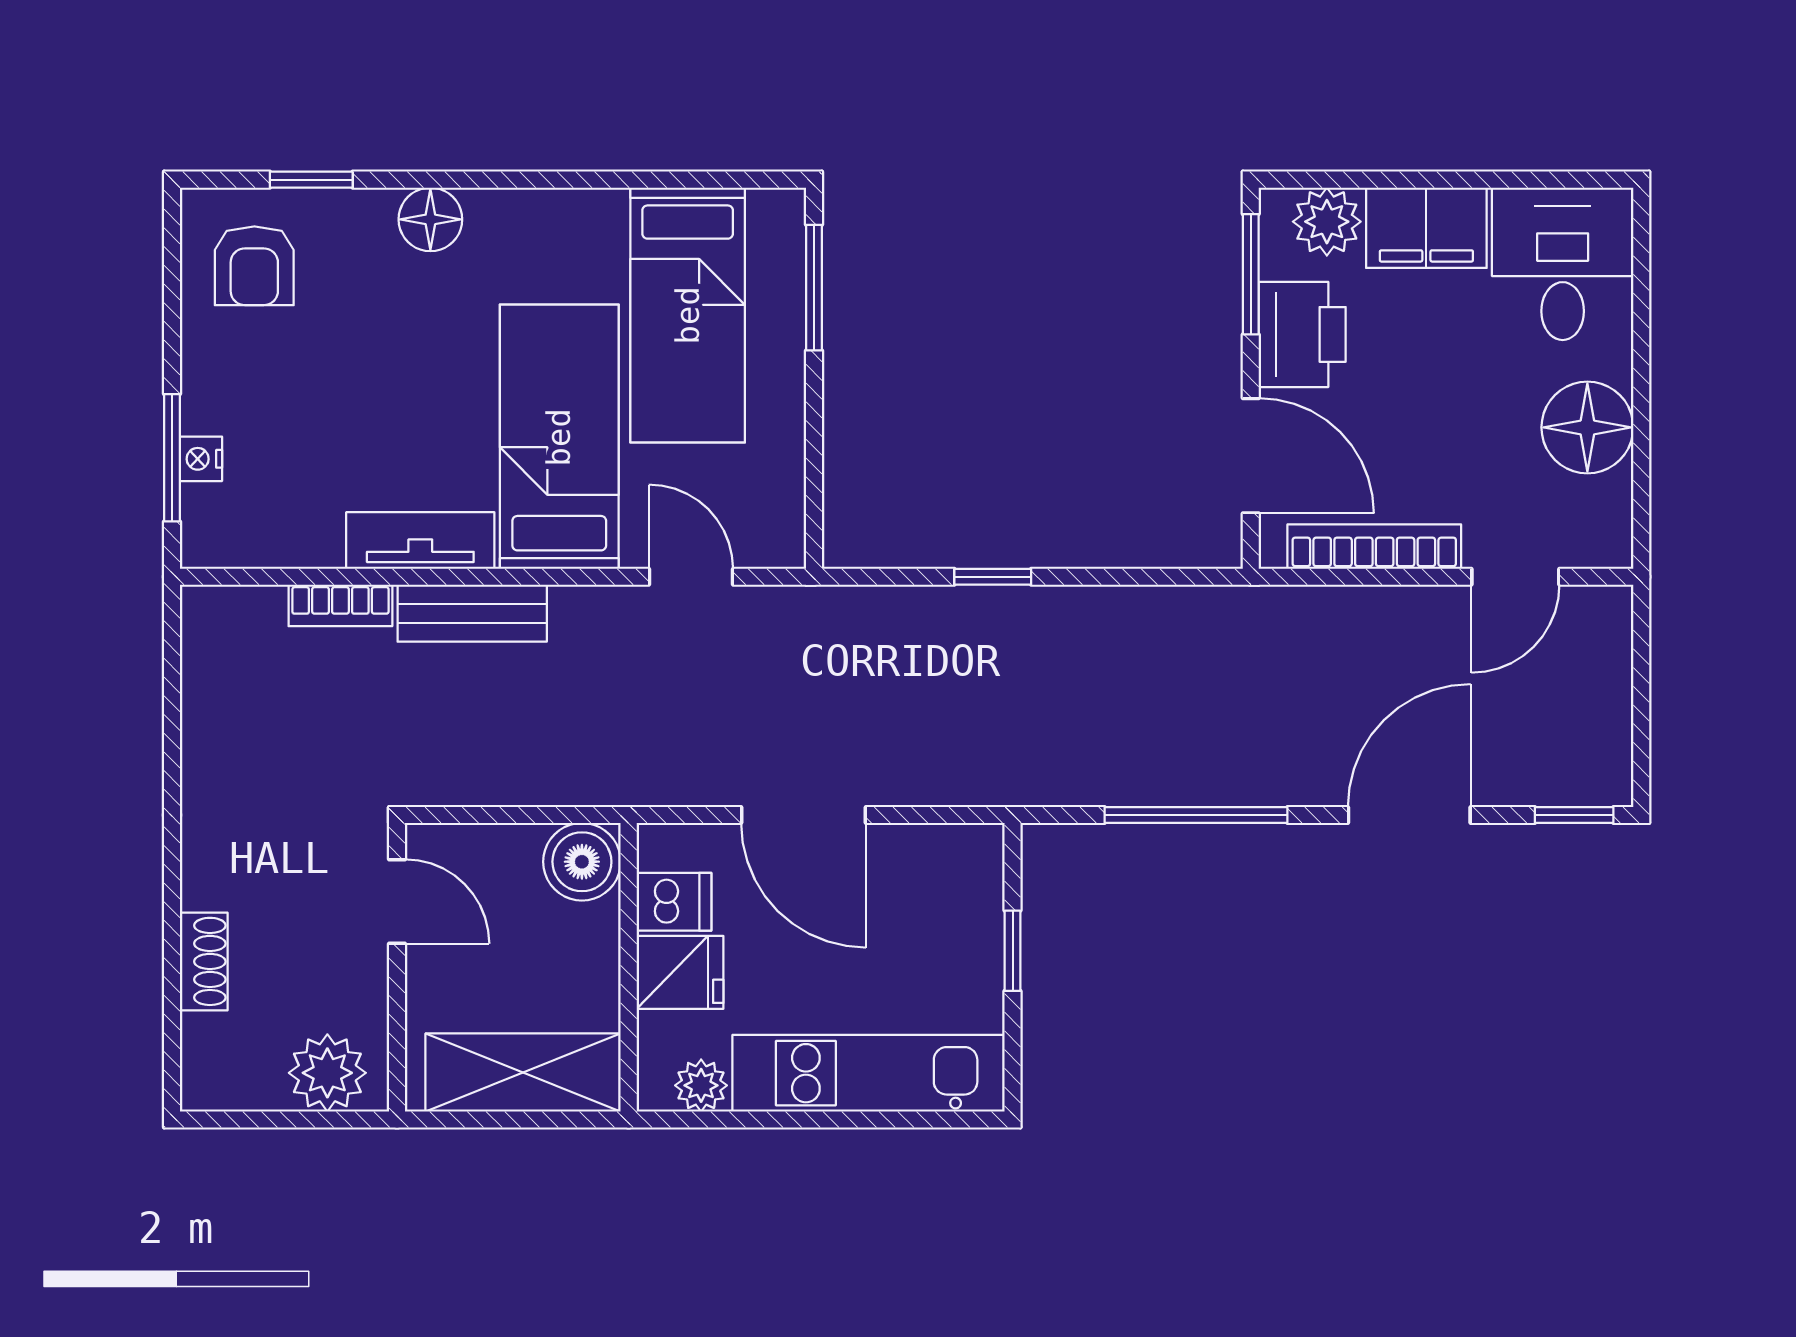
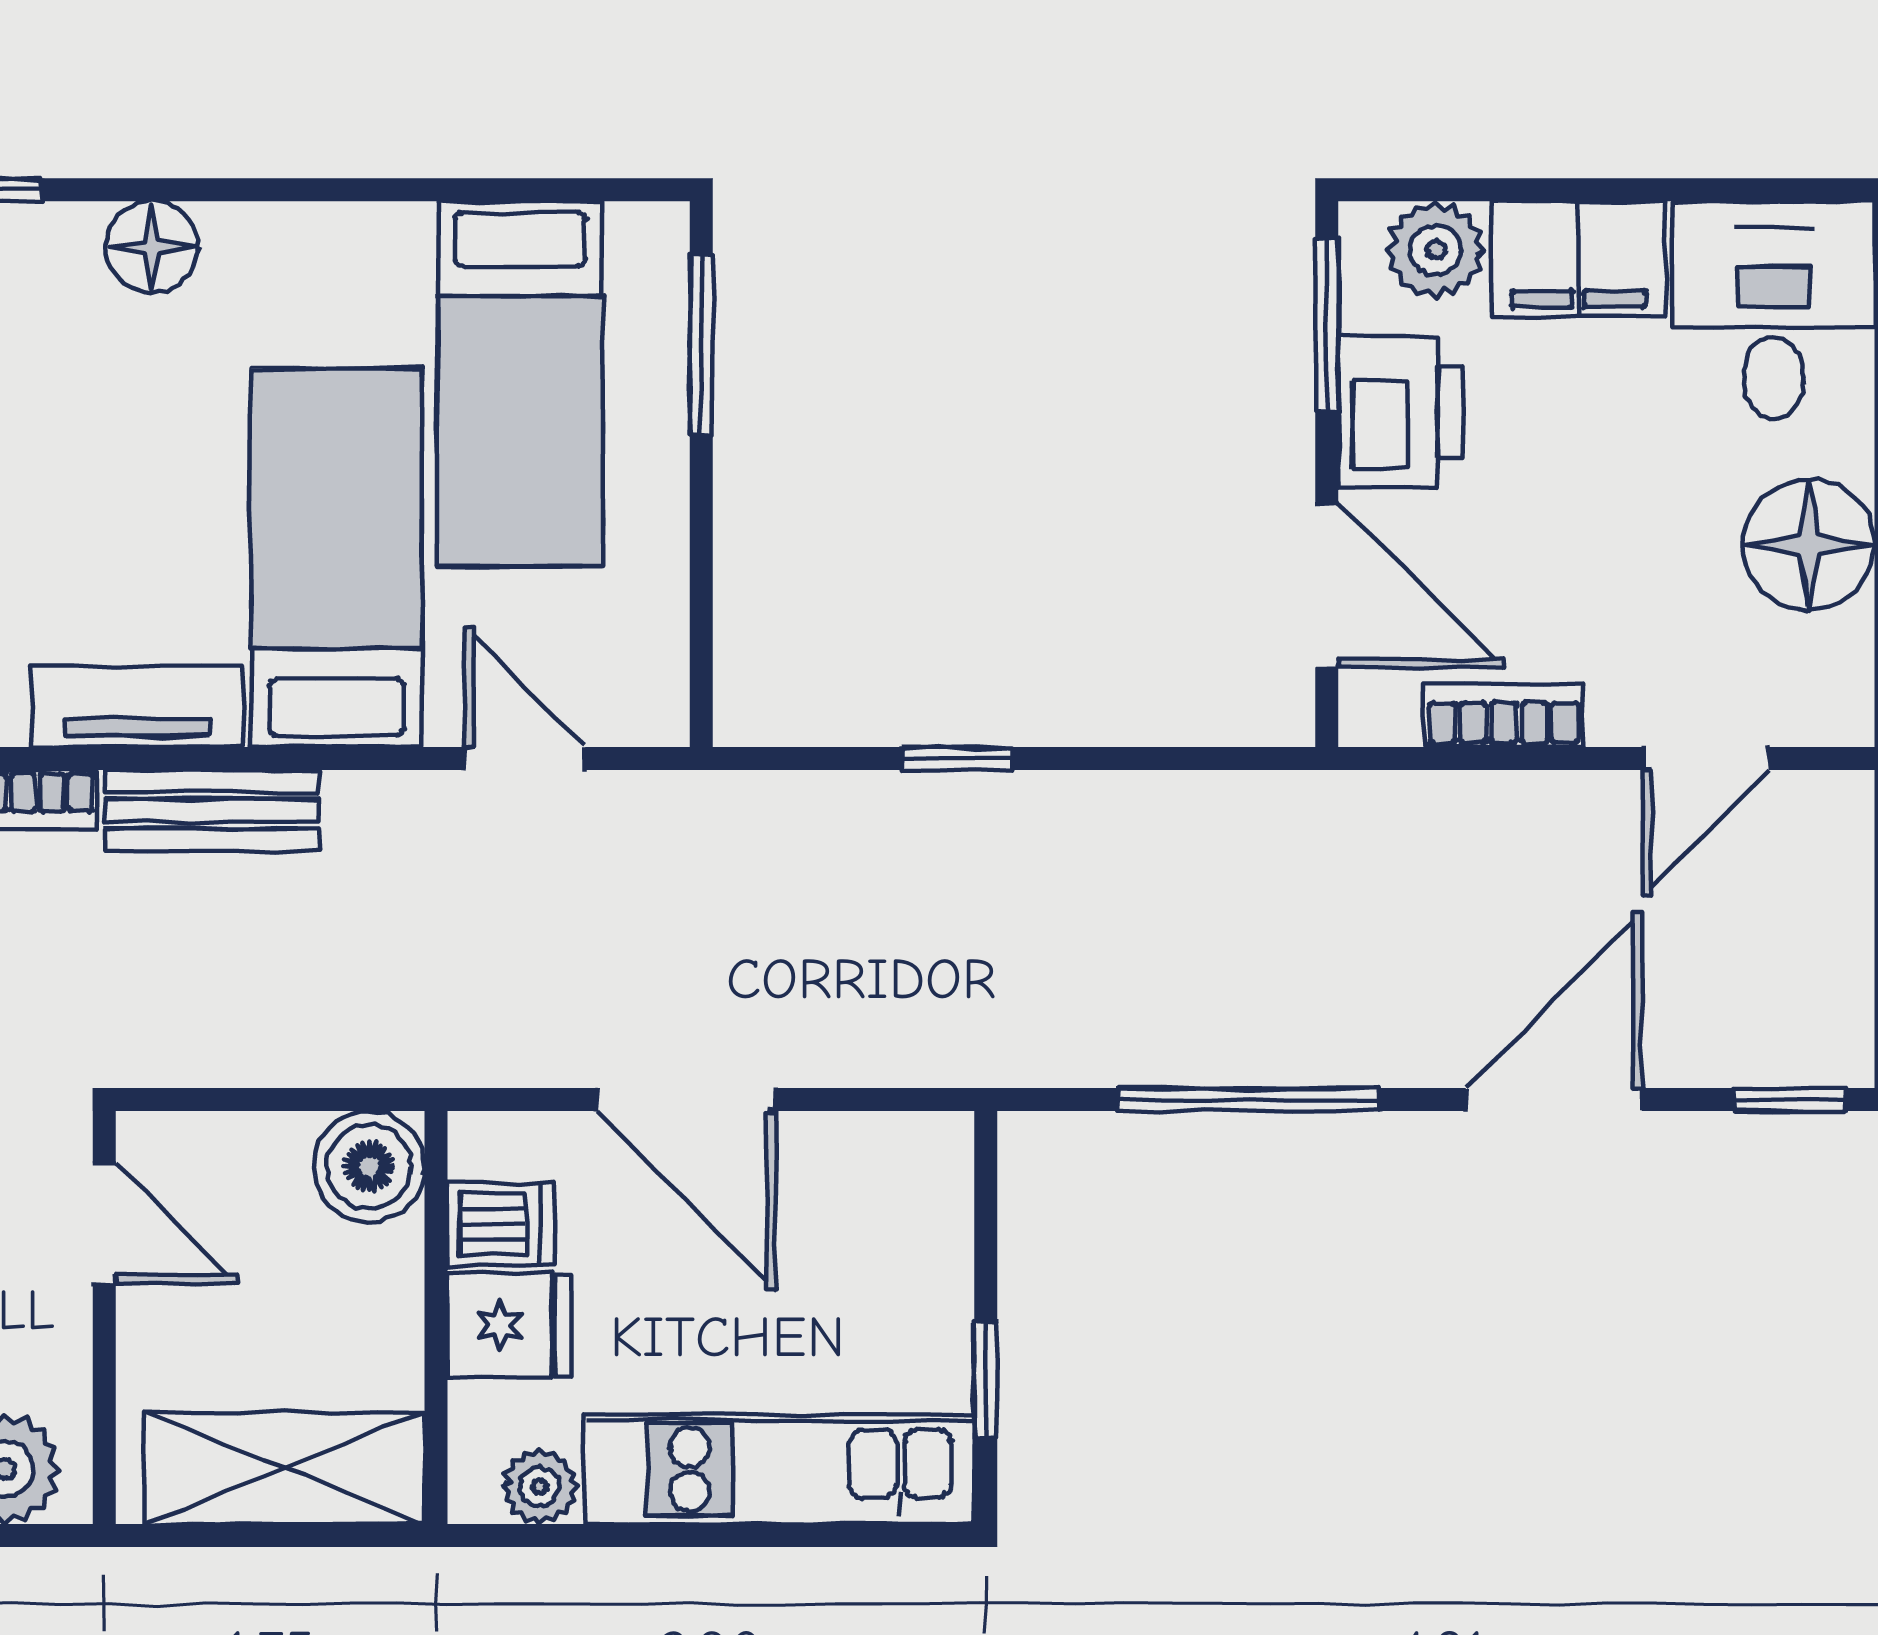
bookcase: (1374, 547) -> (1504, 715), width x0.64
window: (1013, 951) -> (986, 1380), moved

